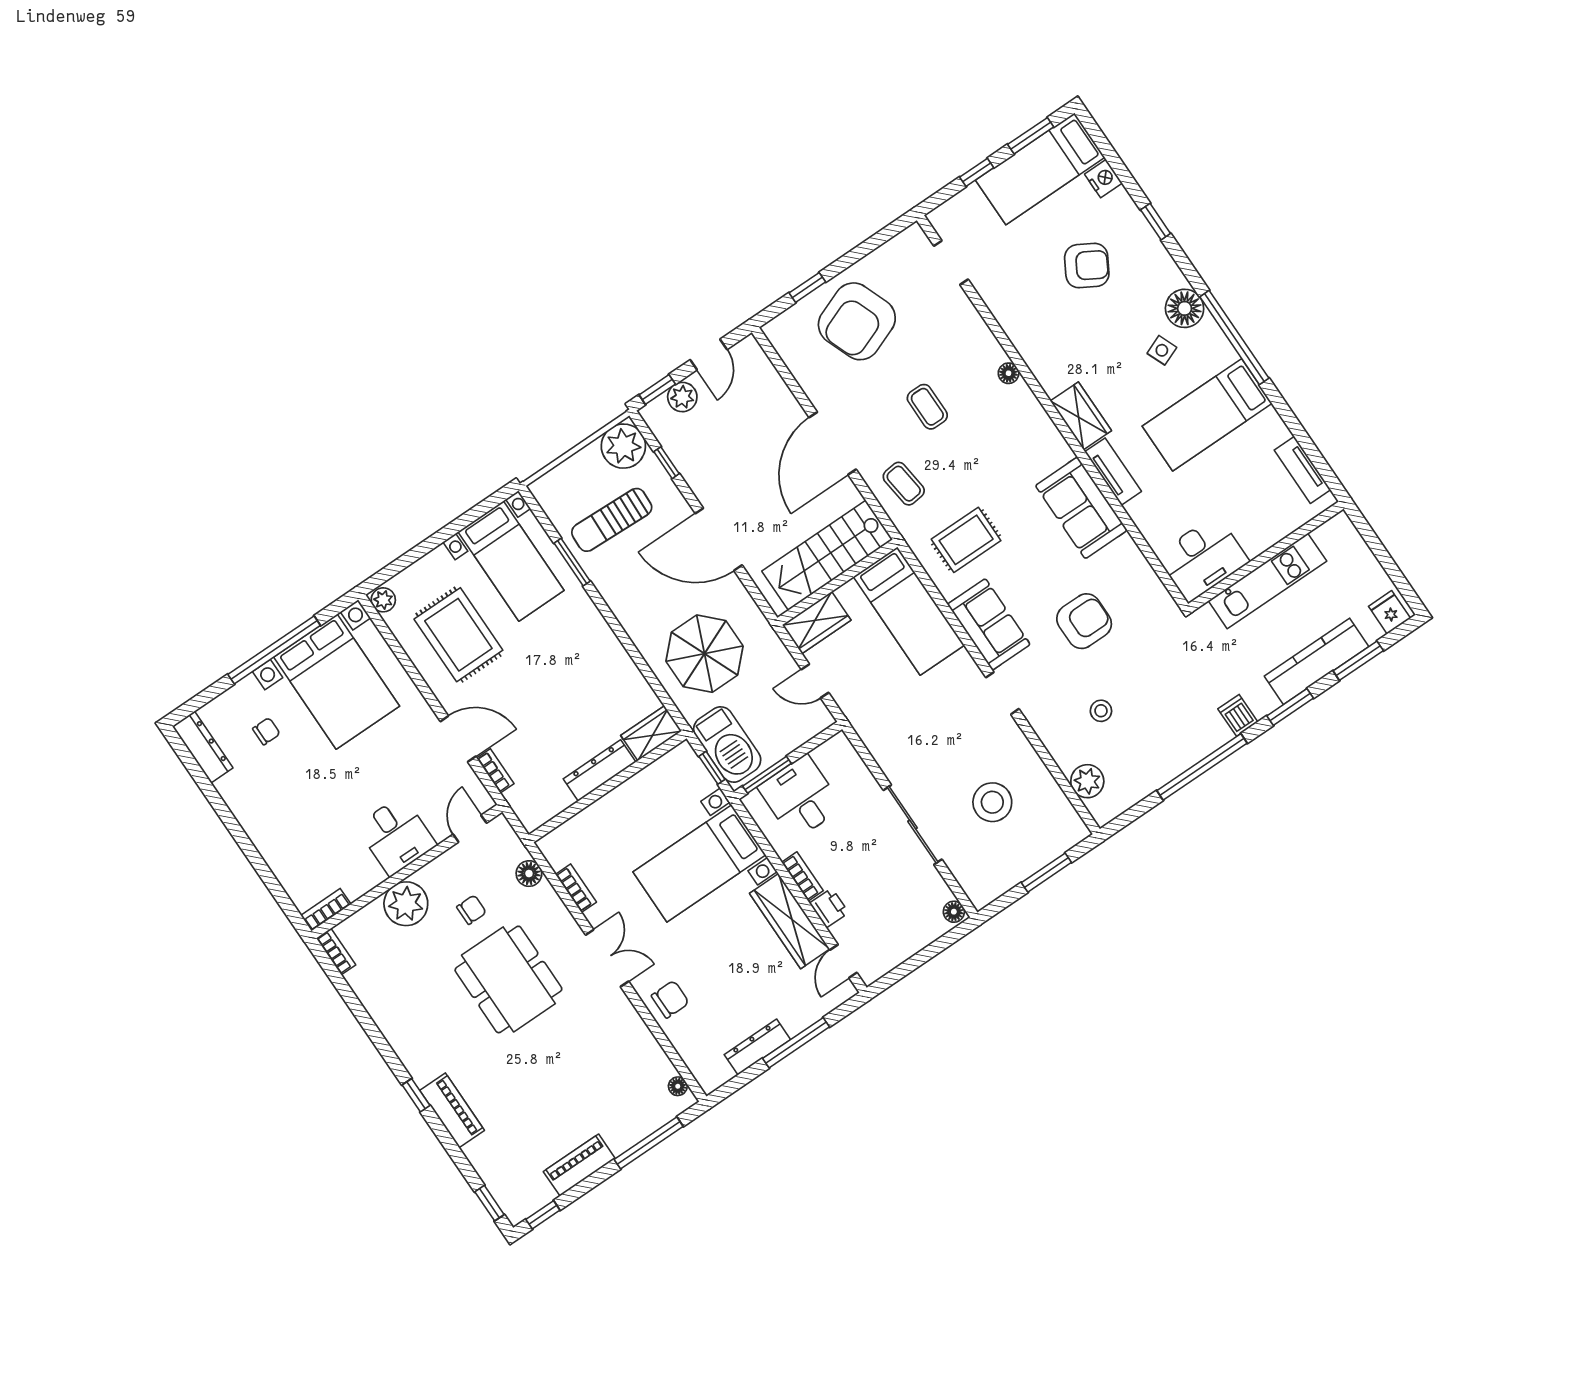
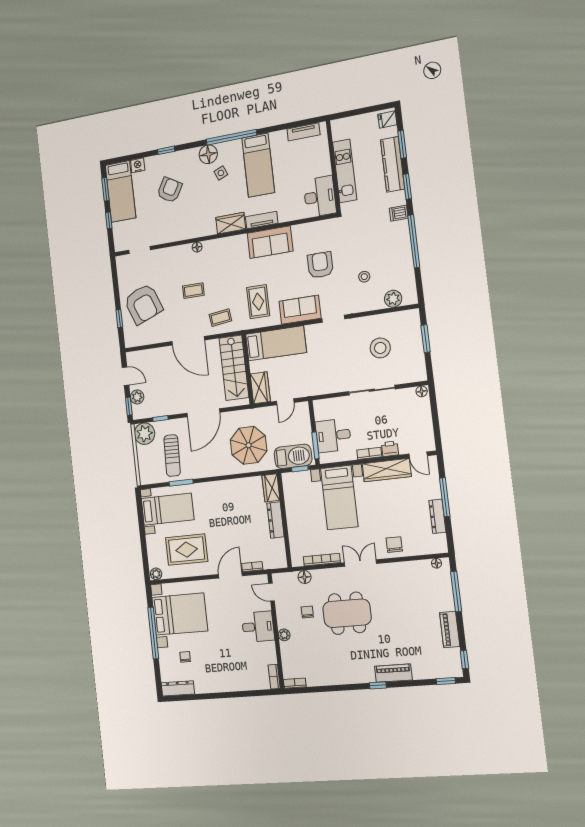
bookcase: (576, 888) -> (322, 560), width x1.56
plant: (406, 904) -> (284, 635), width x0.53, depth x0.53

